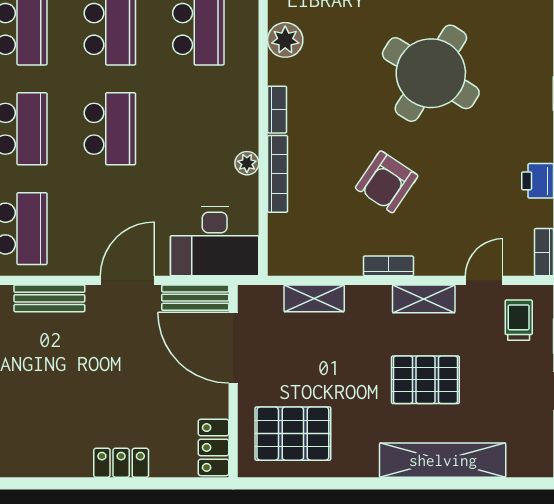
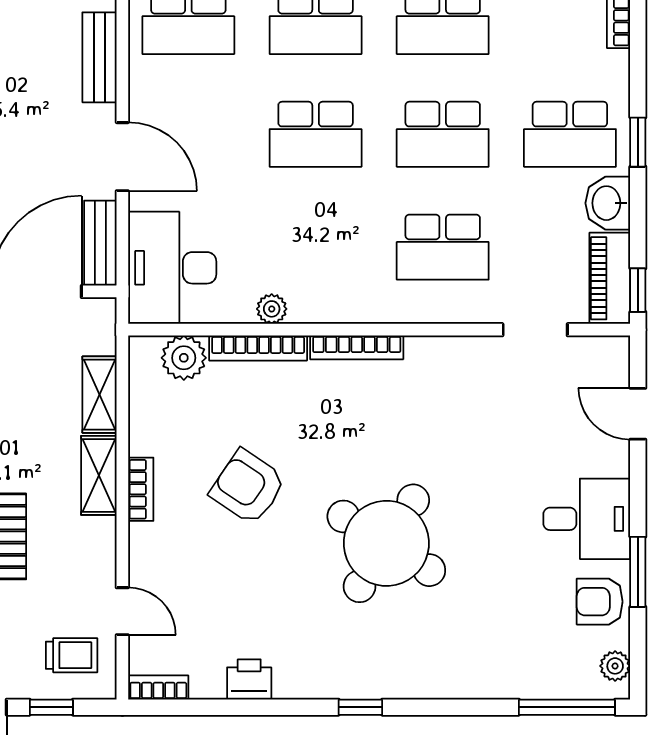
plant: (285, 40) -> (184, 358), moved
bookcase: (277, 110) -> (357, 347), width x1.56
shelving: (424, 299) -> (99, 475), moved

